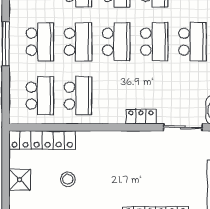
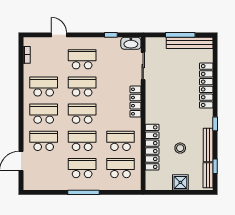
locker: (141, 117) -> (135, 102), width x1.53
locker: (42, 140) -> (152, 147), moved

